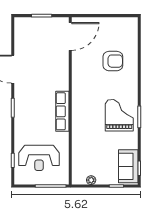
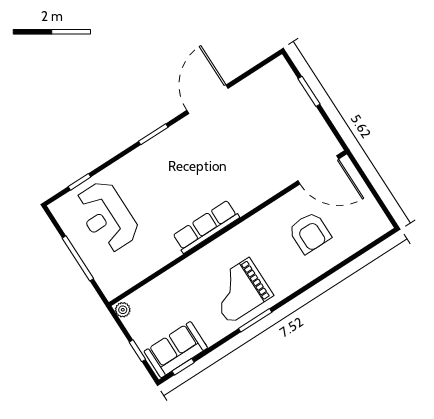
door: (70, 36) -> (318, 170), moved
wall: (70, 101) -> (228, 228), moved
row of seats: (62, 111) -> (206, 227), moved
grand piano: (119, 115) -> (239, 291), turned 180

